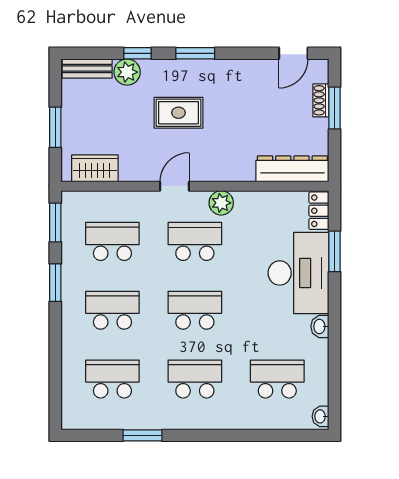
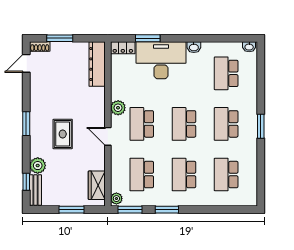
window: (137, 53) -> (26, 182), moved
door: (293, 53) -> (26, 63), swing flipped
shoe rack: (321, 100) -> (40, 47), moved
plant: (73, 200) -> (116, 199), added
window: (142, 435) -> (261, 126), moved

